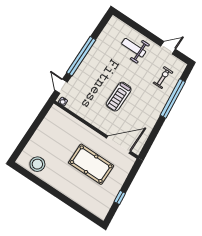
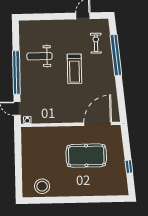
weight bench: (134, 48) -> (39, 56), moved
treadmill: (119, 97) -> (74, 69), moved

